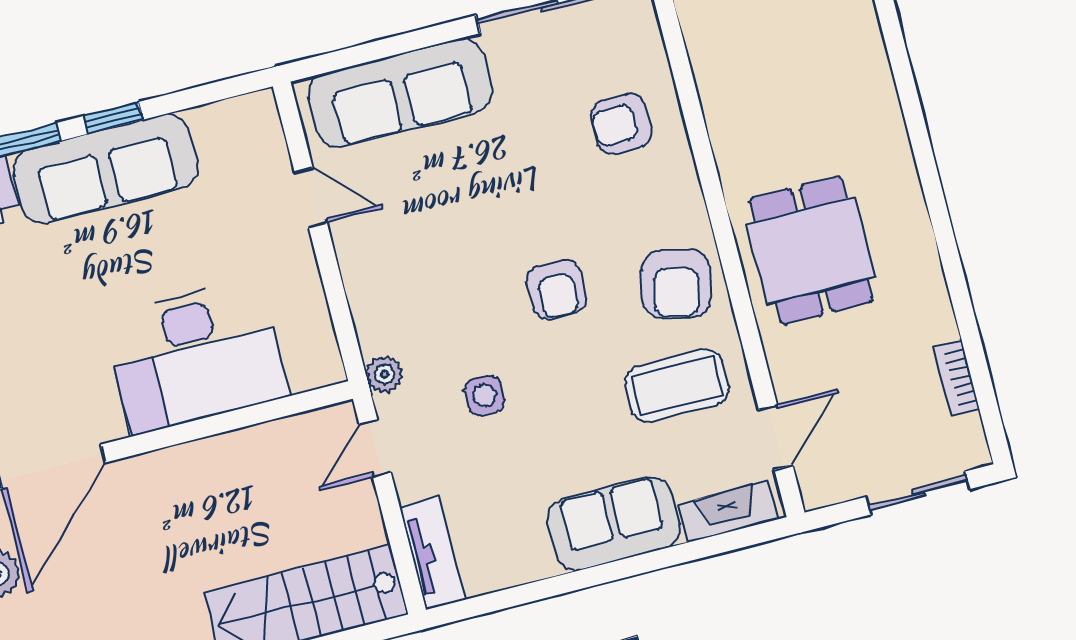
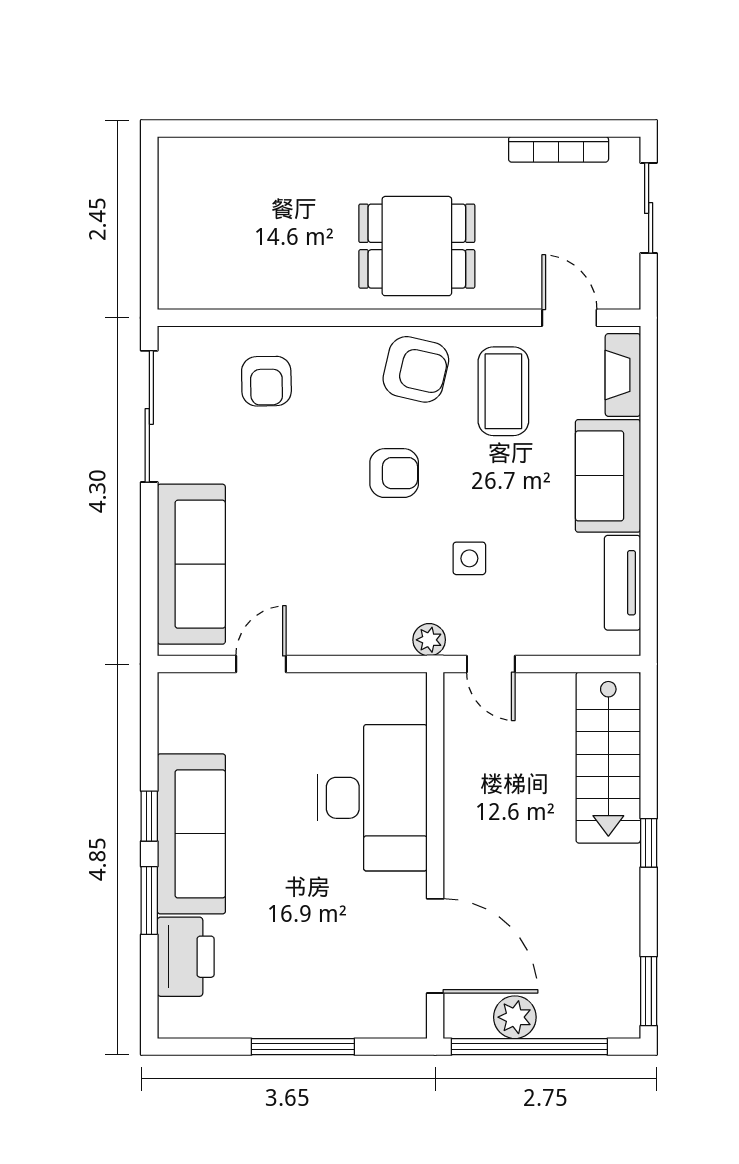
bookcase: (957, 378) -> (559, 149), width x1.56
tv unit: (432, 553) -> (622, 583), moved, turned -90

